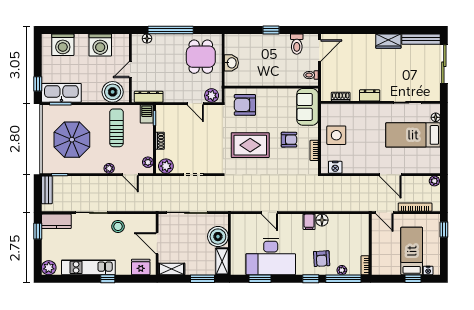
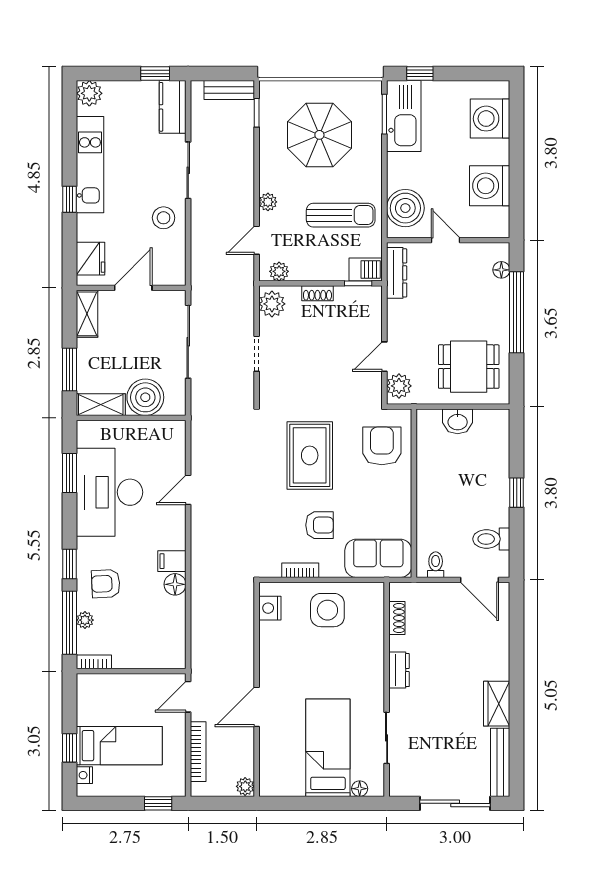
armchair: (289, 140) -> (320, 525), turned -90

